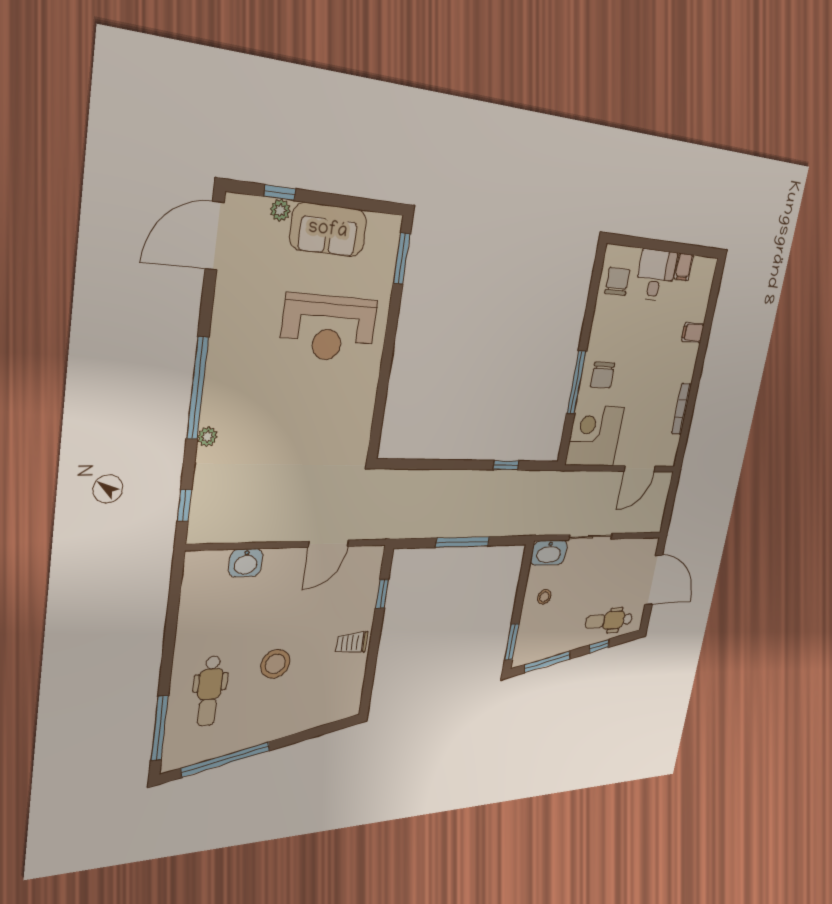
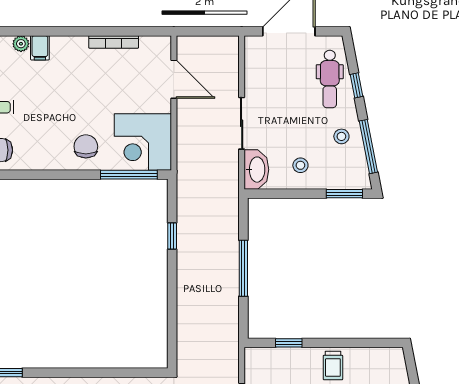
plant: (700, 313) -> (21, 44), added
chair: (602, 375) -> (86, 146), turned -90
window: (576, 382) -> (129, 175), moved
stool: (561, 635) -> (341, 136), added

